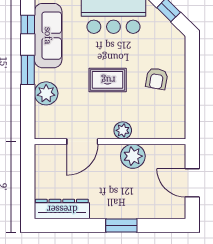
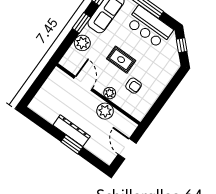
armchair: (157, 79) -> (134, 86), moved, turned -100
door: (82, 142) -> (83, 83), swing flipped
dresser: (62, 209) -> (72, 131), moved

